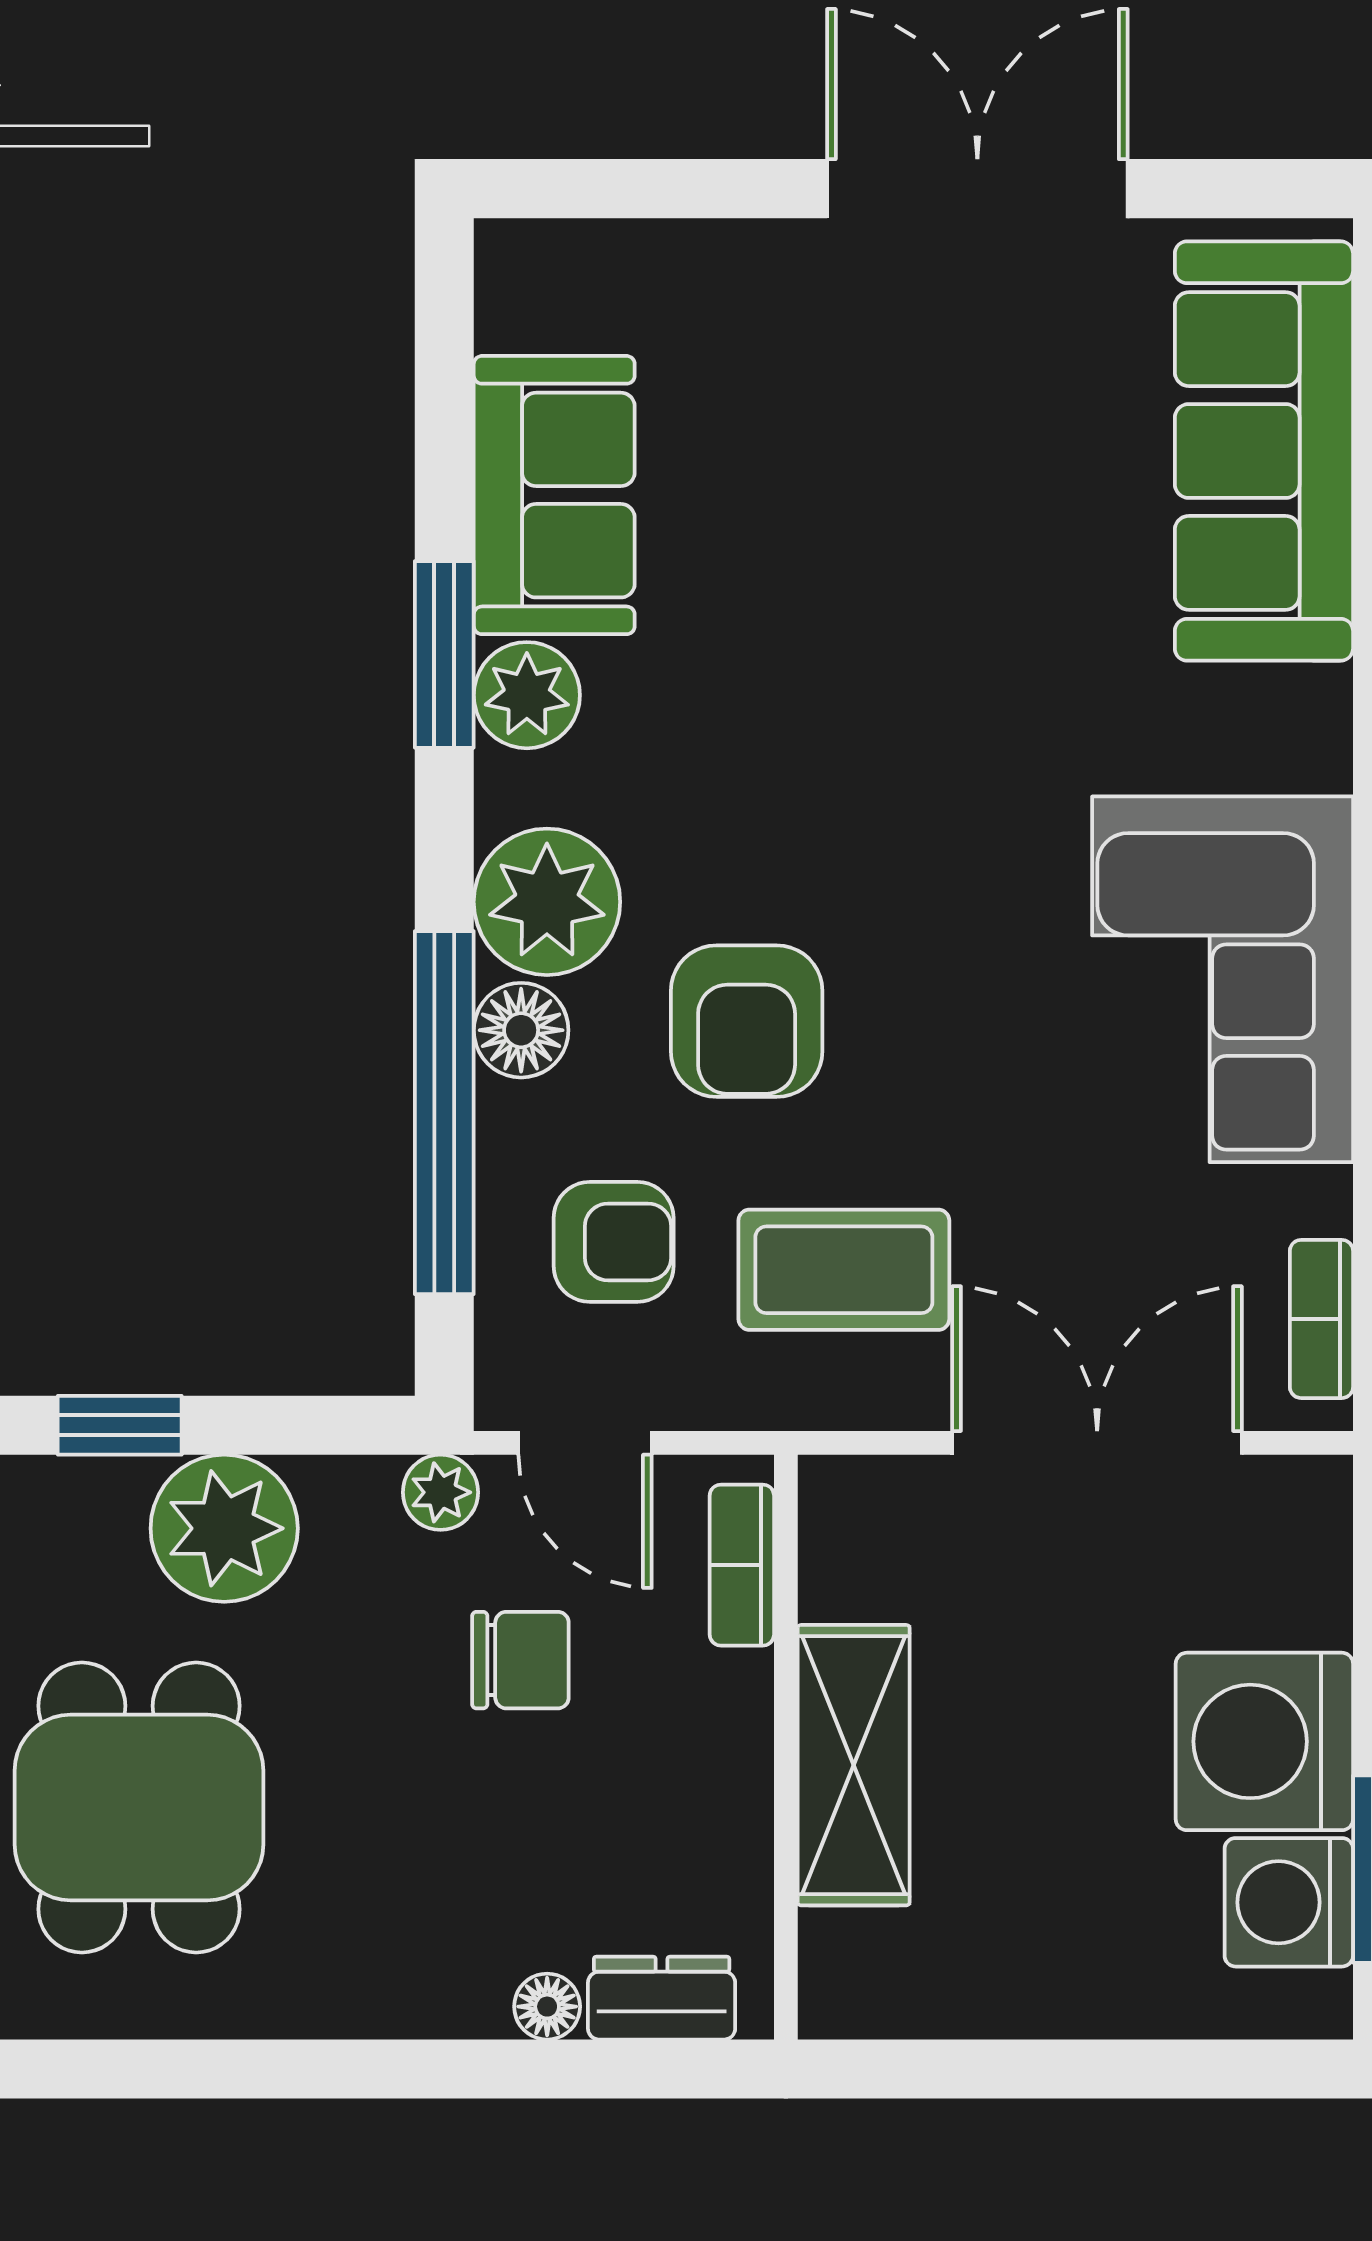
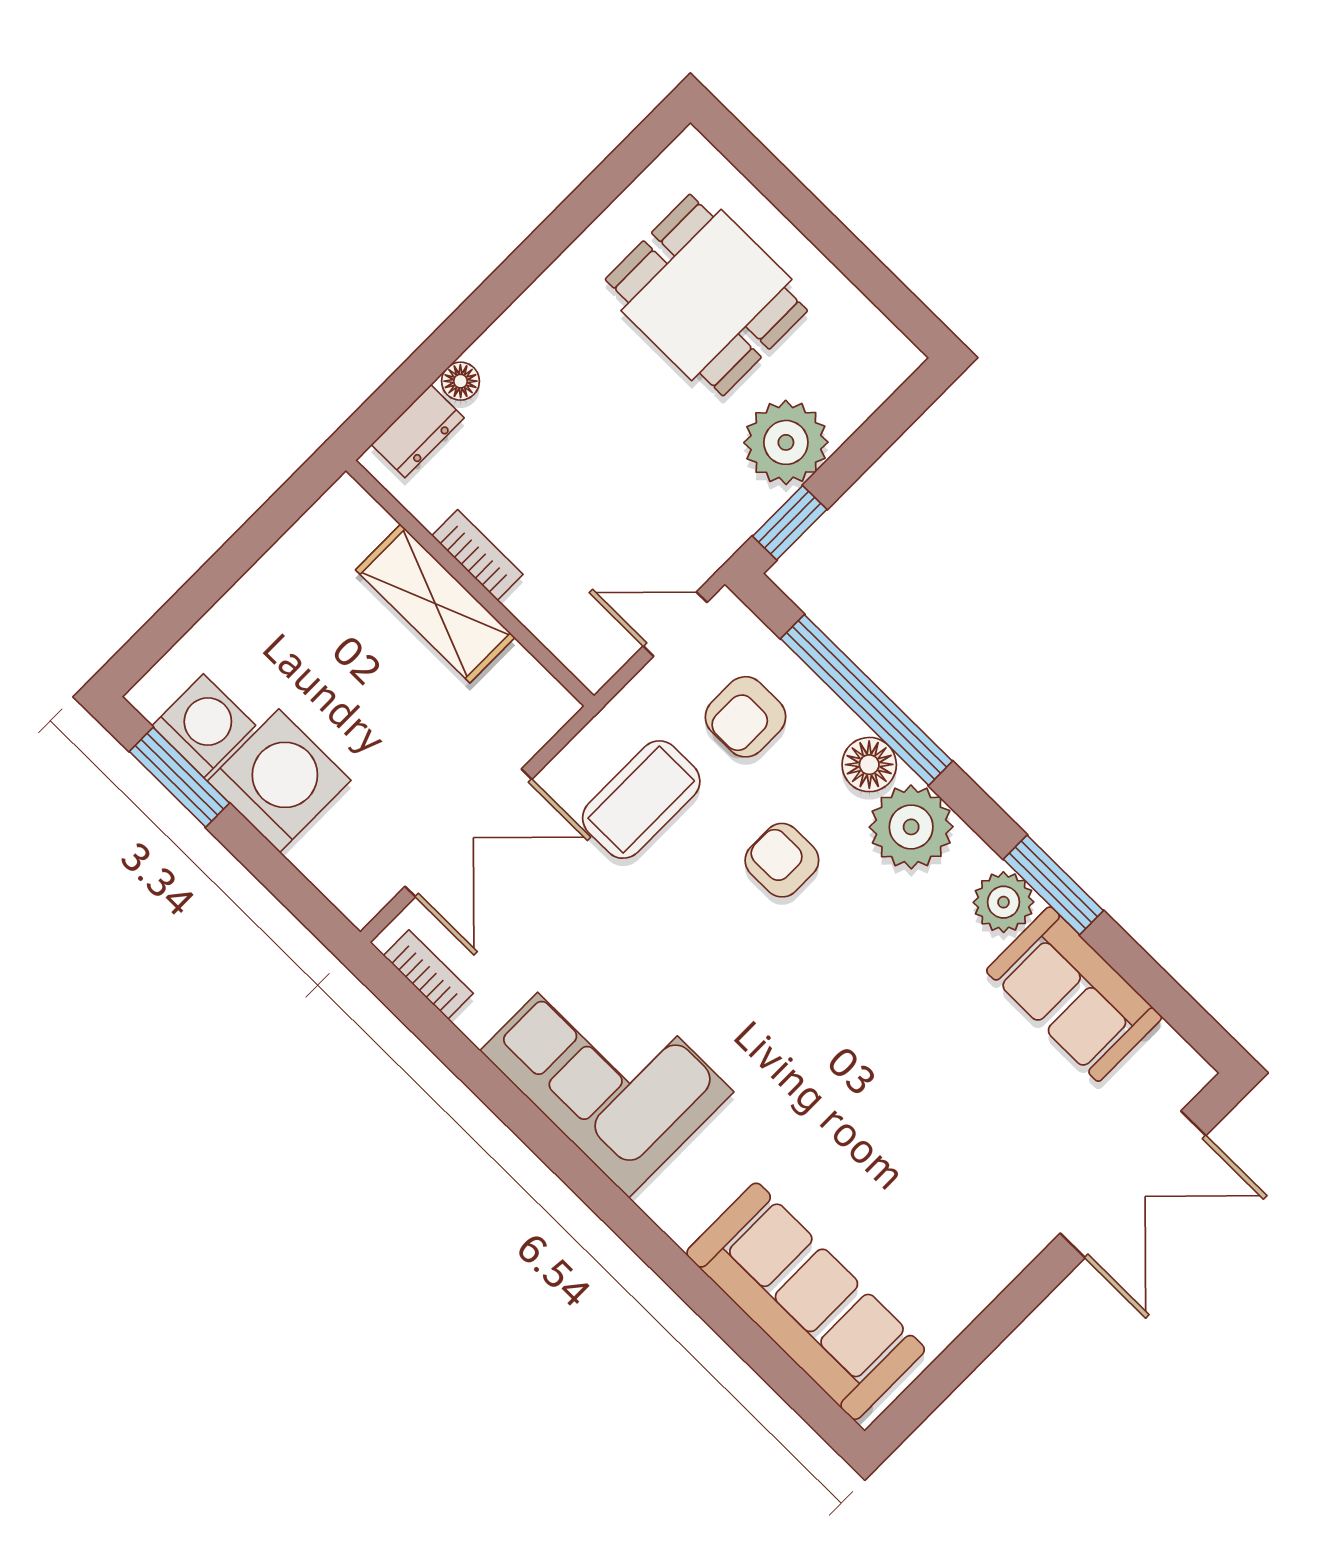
double door: (977, 189) -> (1133, 1184), moved
armchair: (747, 1021) -> (782, 860), width x0.72, depth x0.72
window: (120, 1425) -> (790, 523), moved
plant: (440, 1492) -> (713, 545), removed
bookcase: (742, 1565) -> (477, 555), moved
chair: (520, 1660) -> (613, 510), removed

